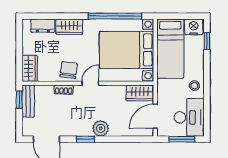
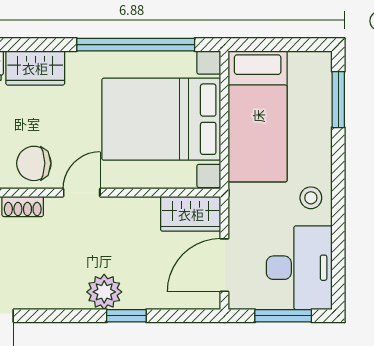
nightstand: (194, 27) -> (309, 68), removed
window: (207, 41) -> (338, 100), width x1.50
chair: (69, 70) -> (34, 163), turned -98
window: (86, 139) -> (126, 316), moved

